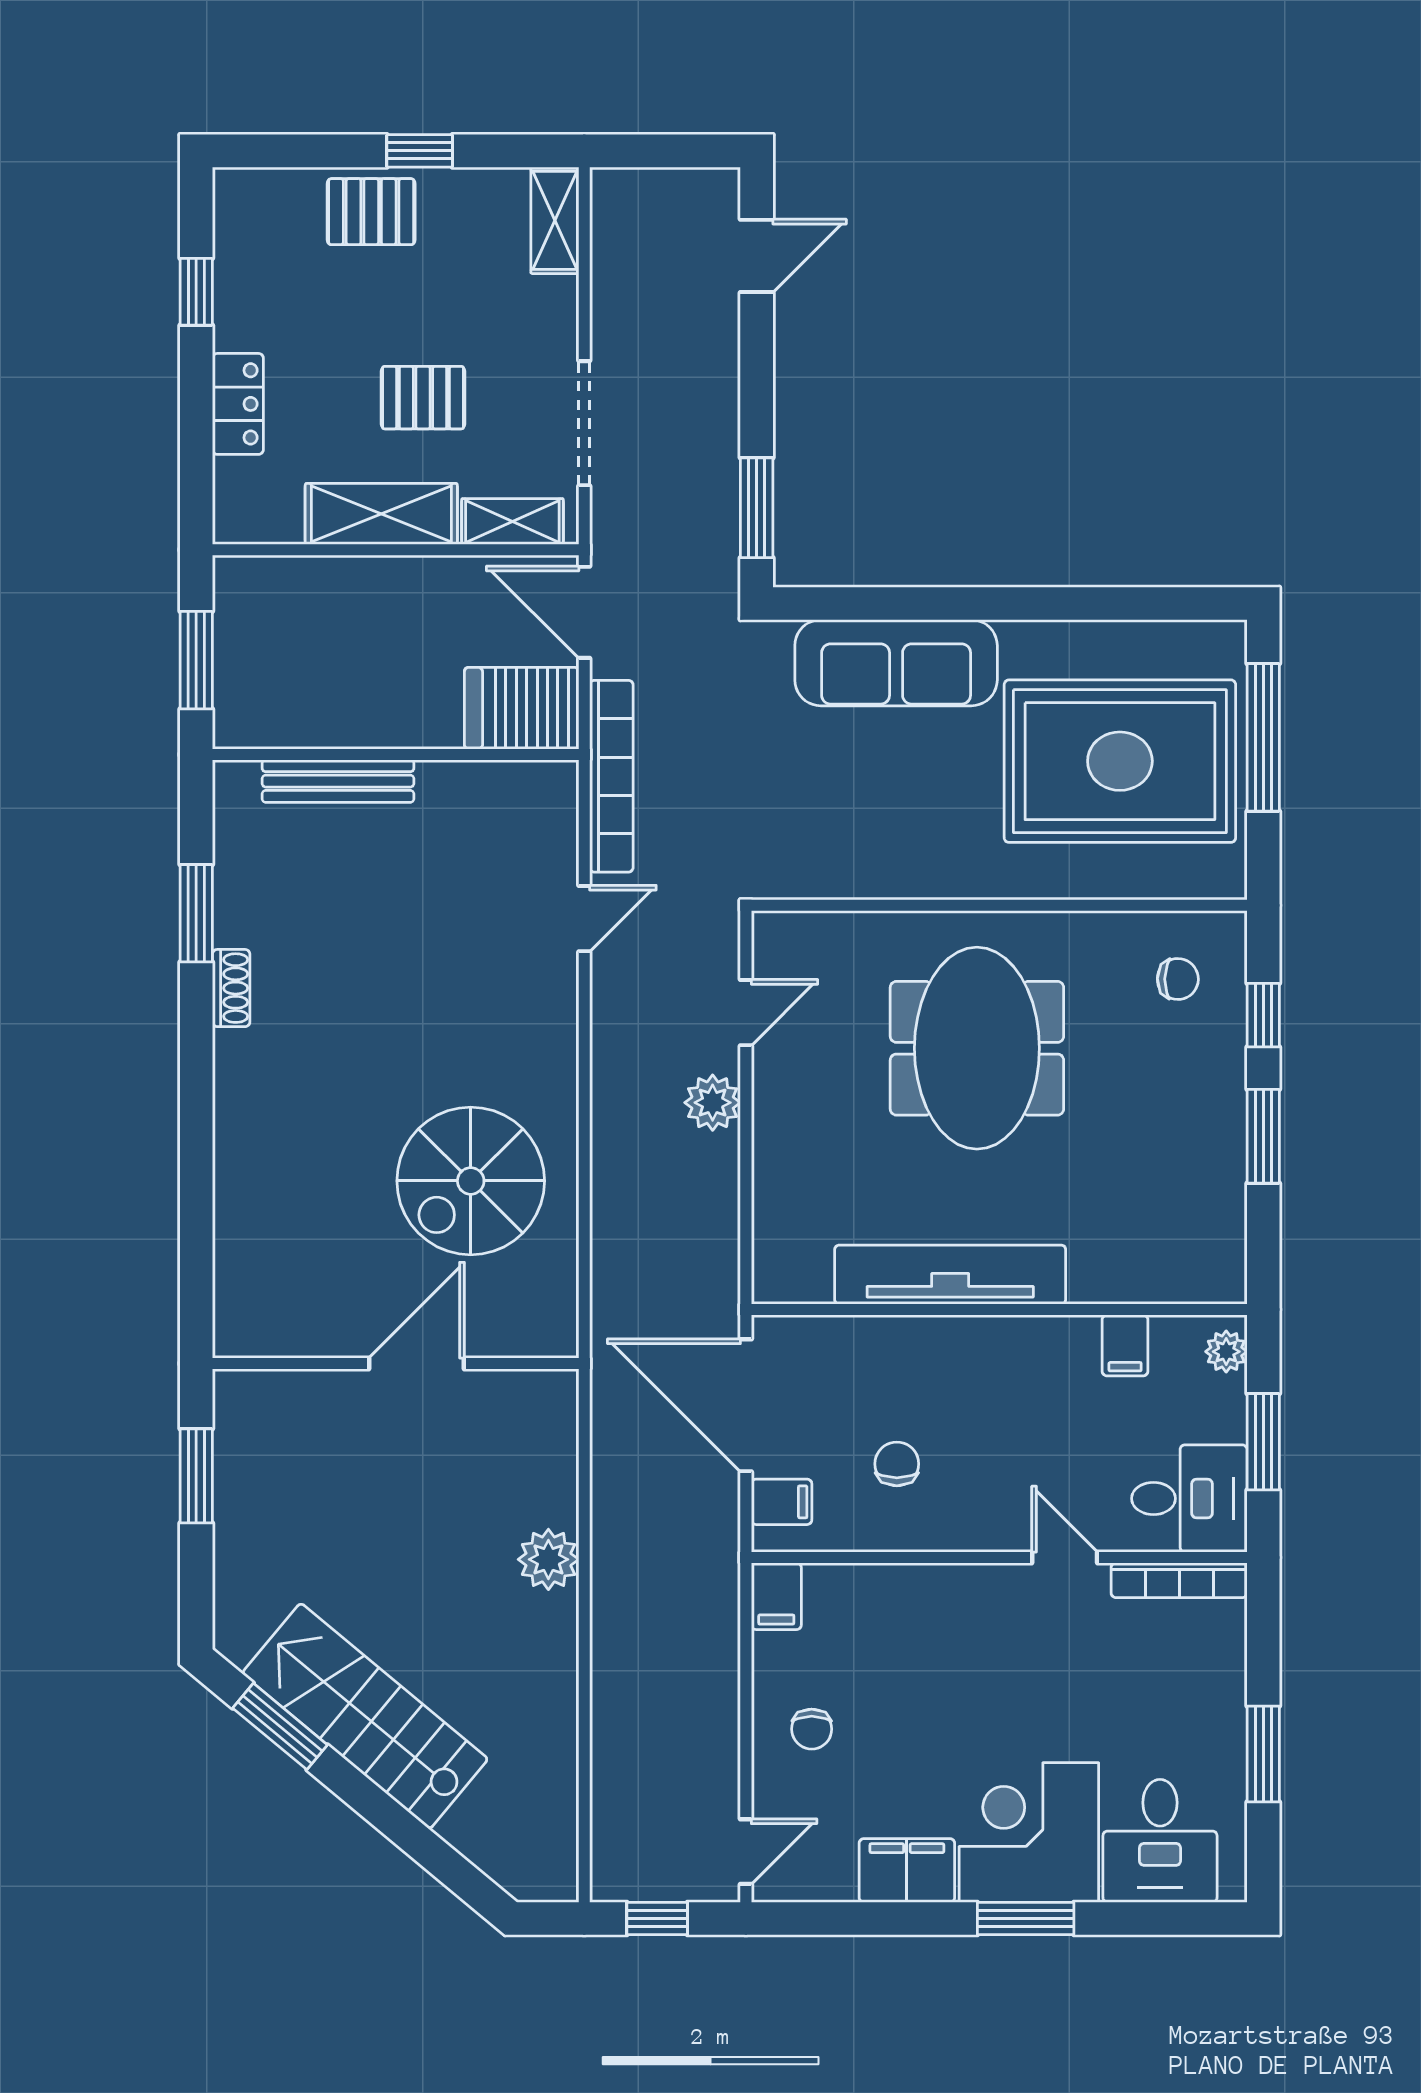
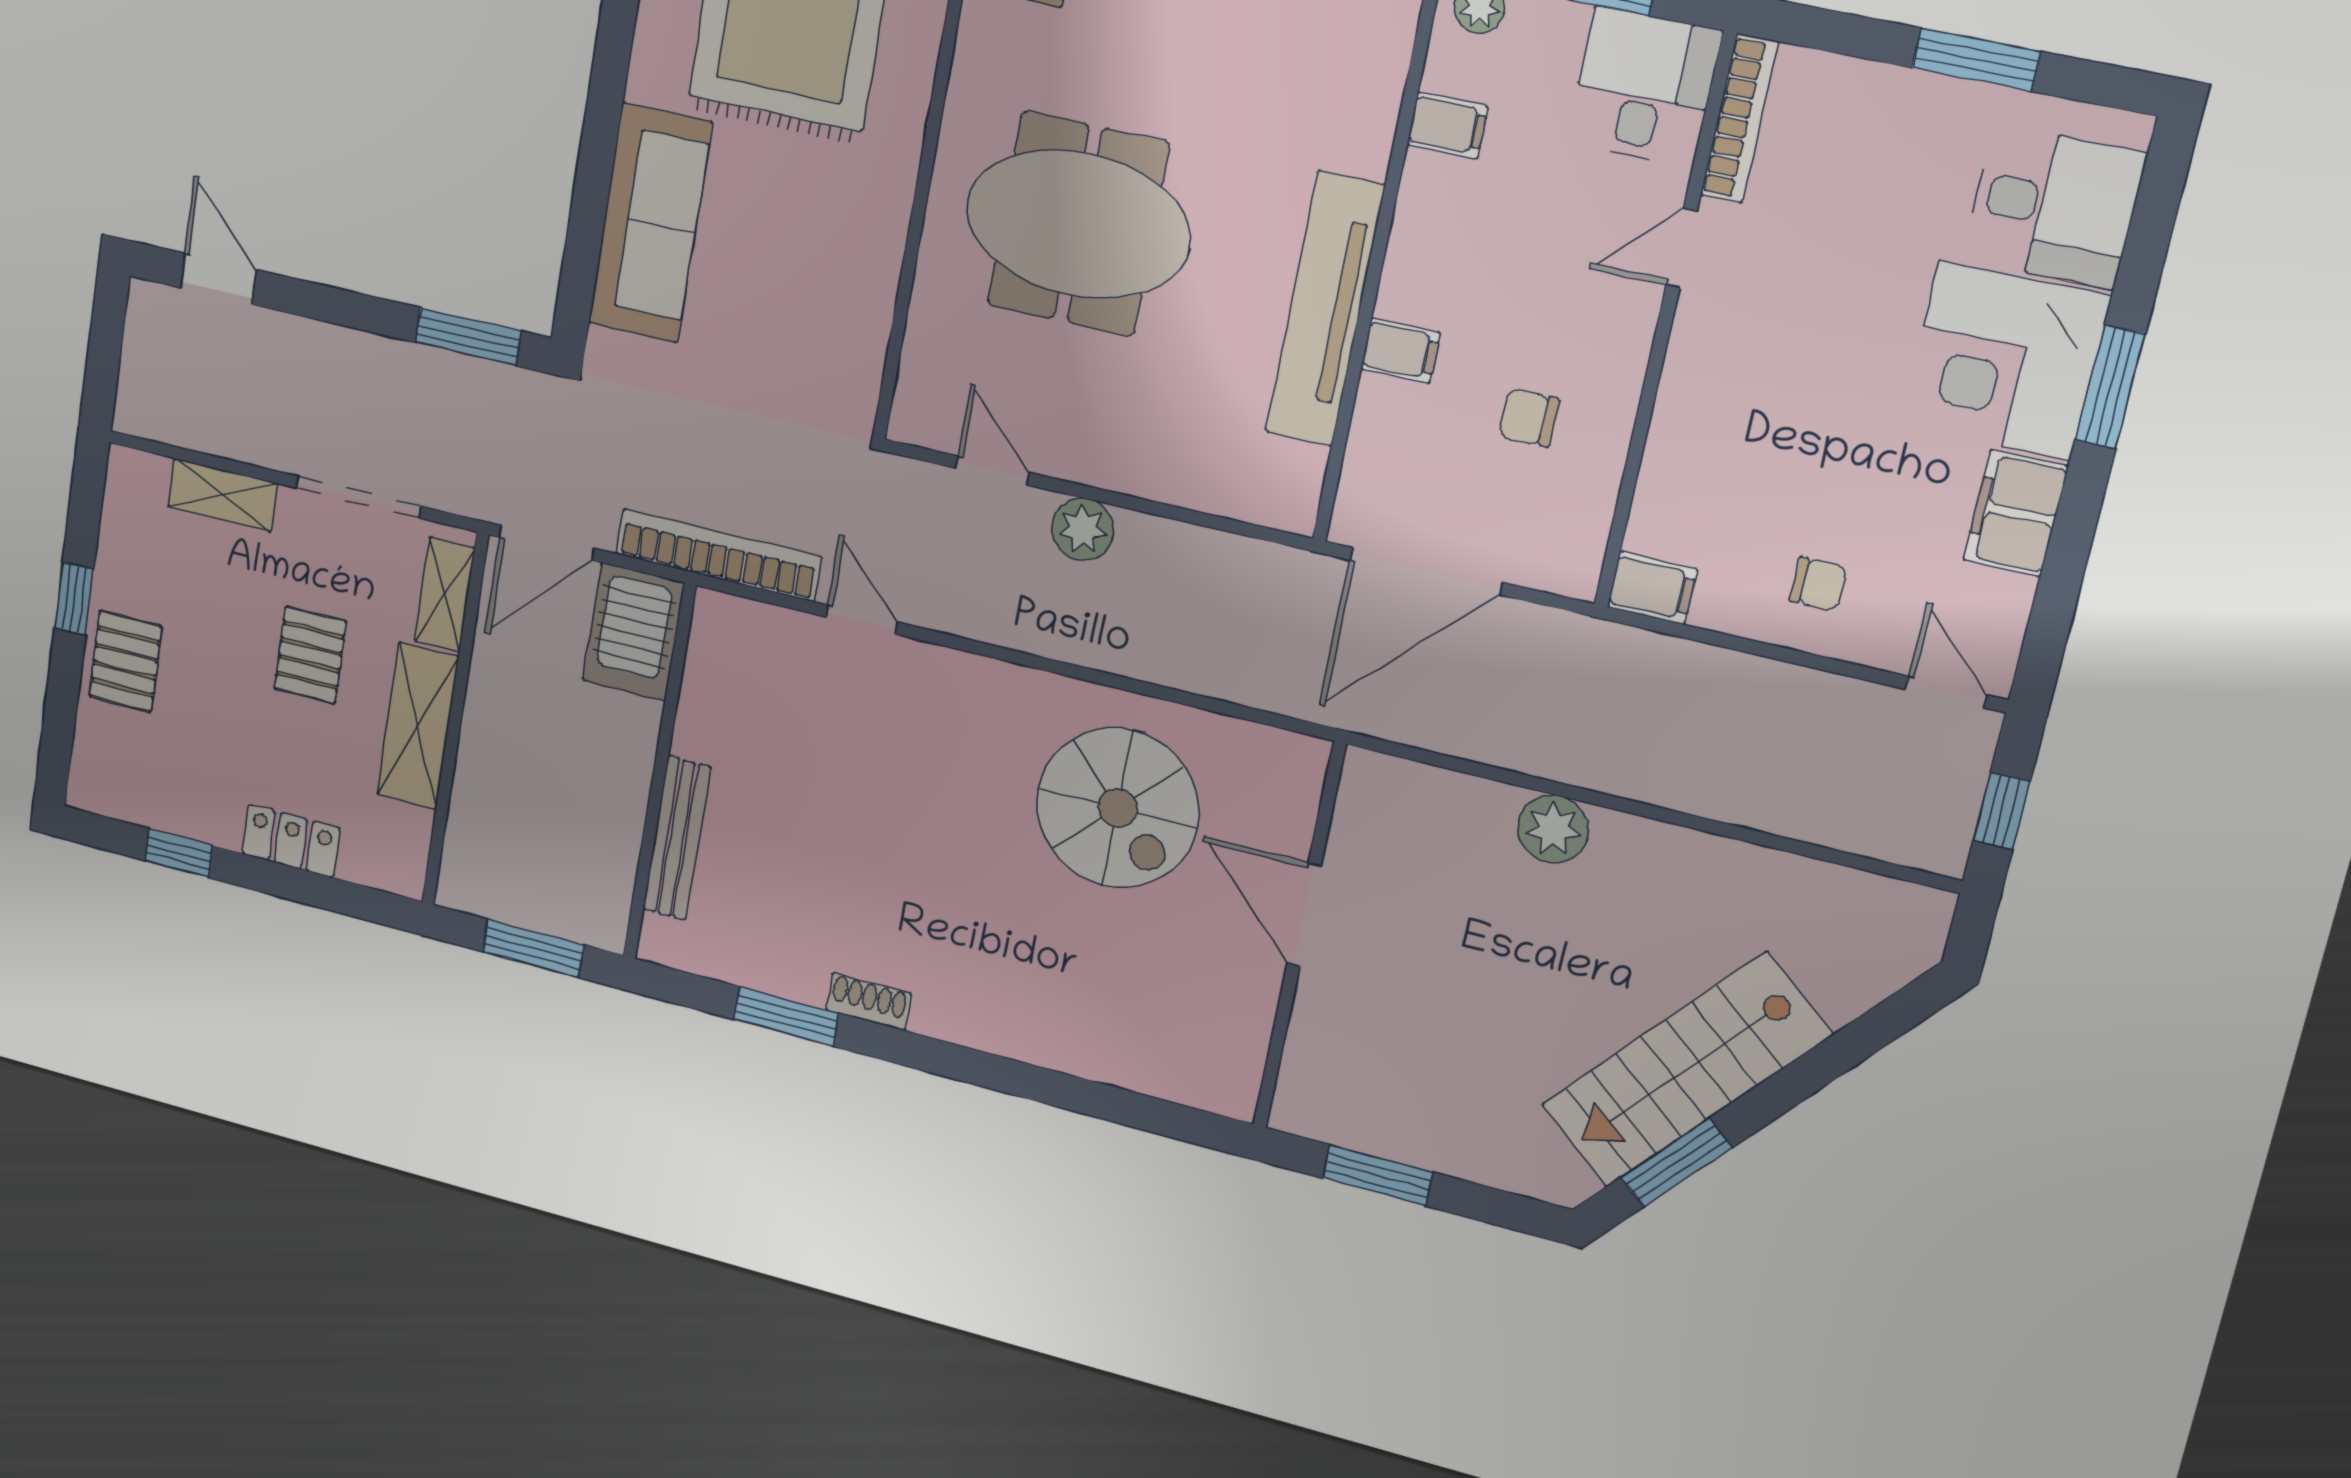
shelving: (555, 220) -> (223, 495), moved
filing cabinet: (782, 1502) -> (1400, 351), moved, turned 90

